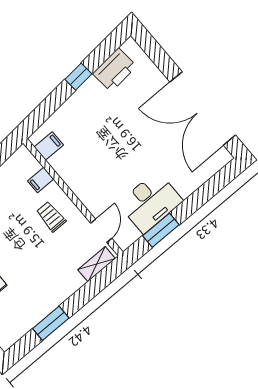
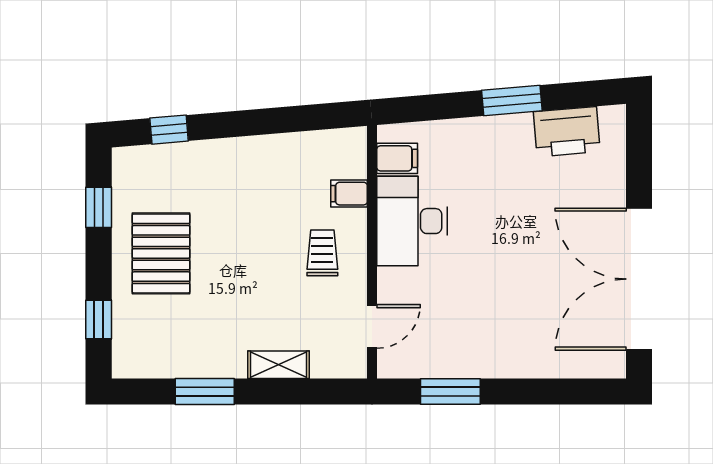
window: (78, 77) -> (512, 101), width x1.50
desk: (150, 202) -> (412, 221), moved, turned 90
shelving: (97, 264) -> (279, 365), moved

